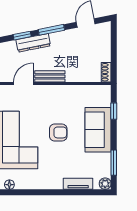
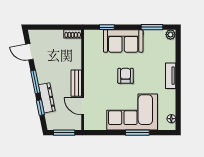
tv unit: (78, 184) -> (171, 76), moved

